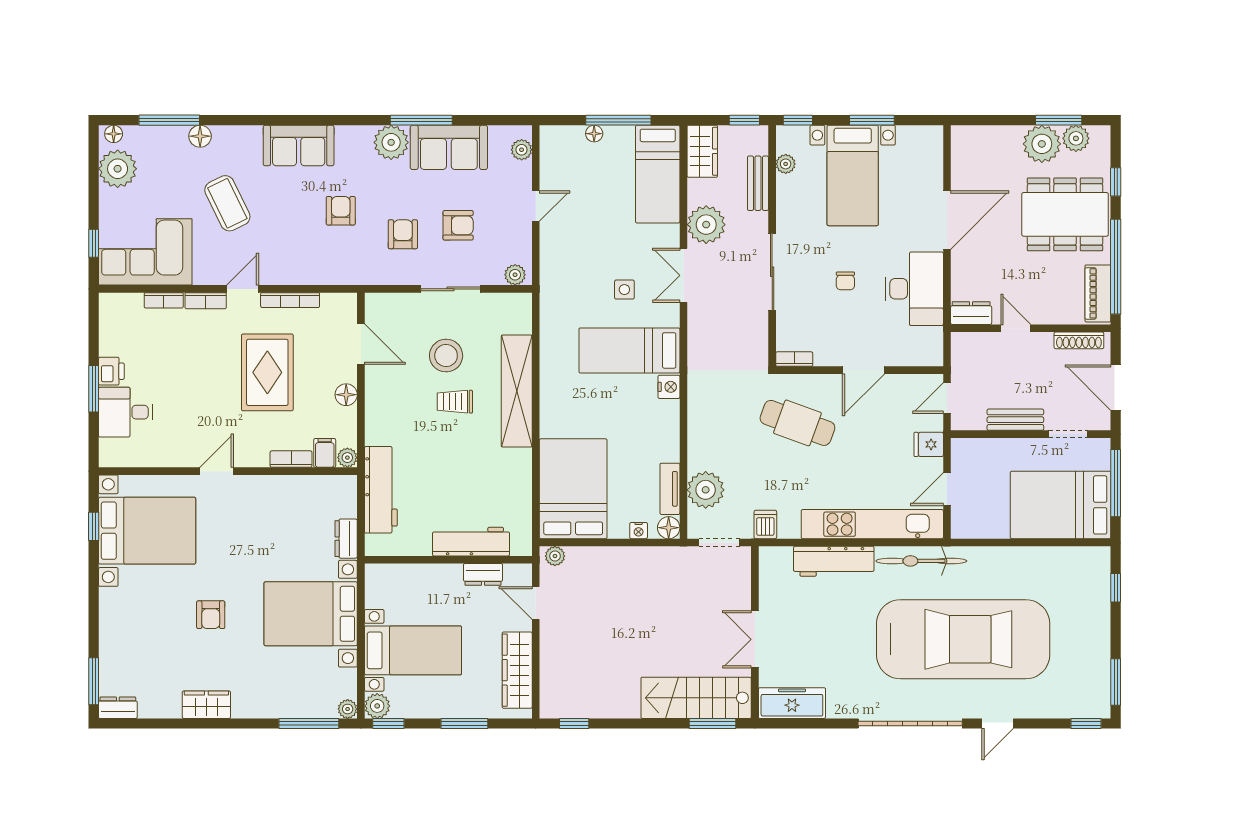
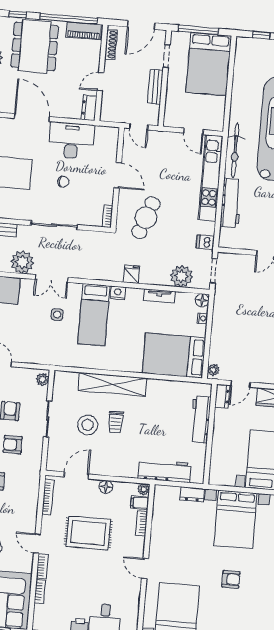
bookcase: (290, 300) -> (48, 497), moved
fridge: (929, 444) -> (132, 274), moved, turned 180
tv unit: (670, 489) -> (159, 296), moved
dresser: (483, 574) -> (222, 396), moved

